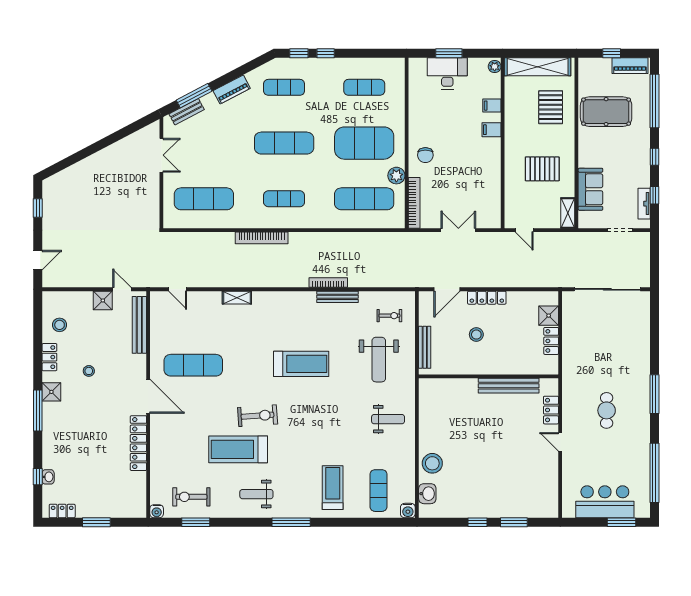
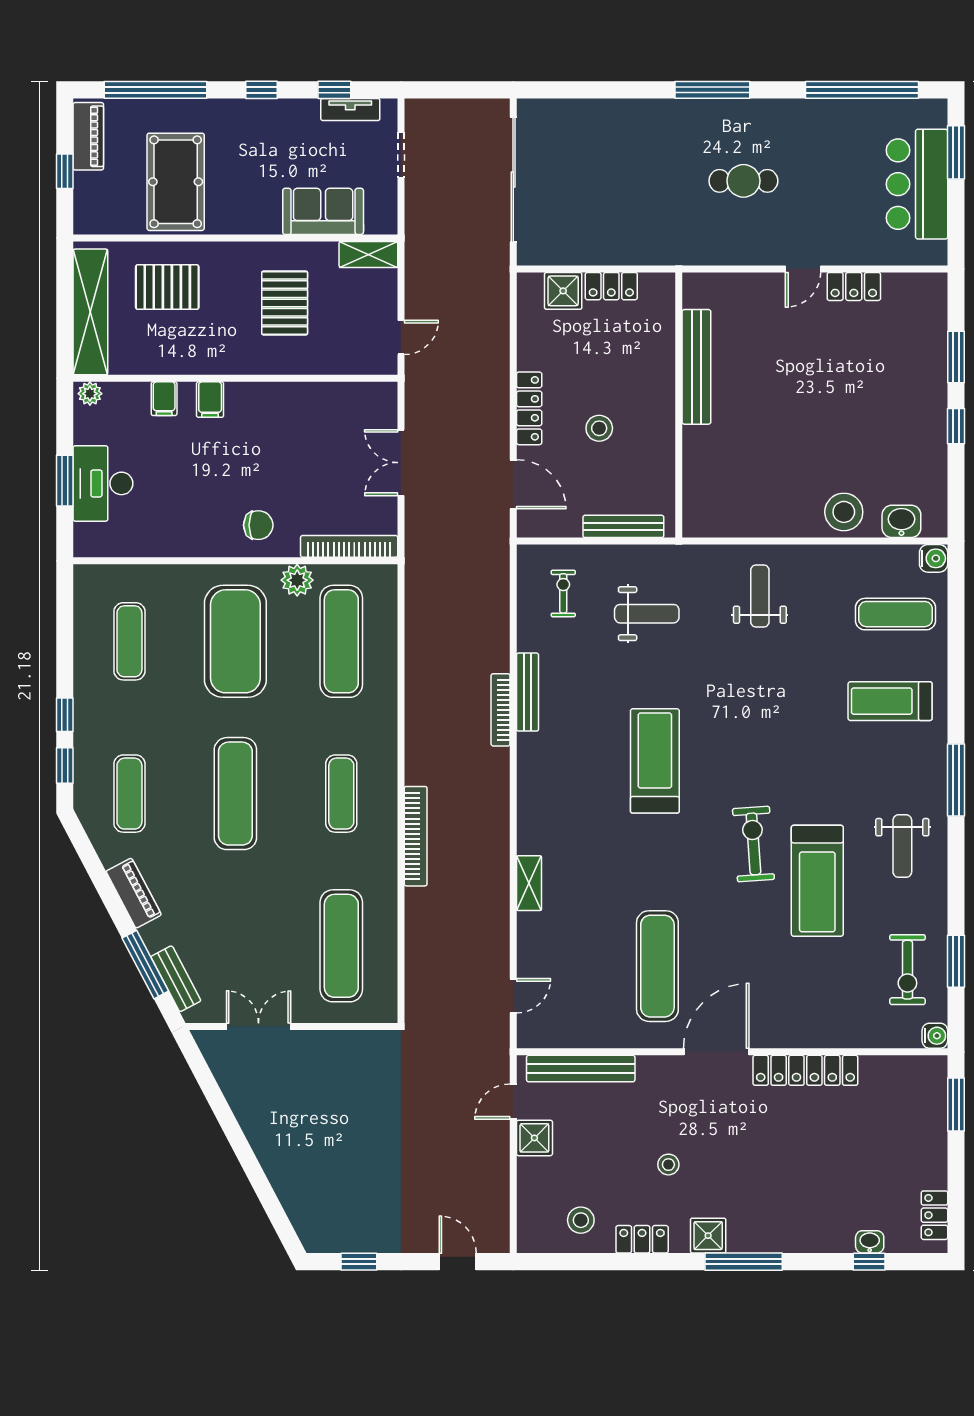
weight bench: (379, 360) -> (647, 614), width x0.73, depth x0.75
locker: (551, 410) -> (854, 286), moved
window: (96, 522) -> (956, 1104), moved

